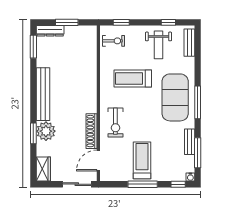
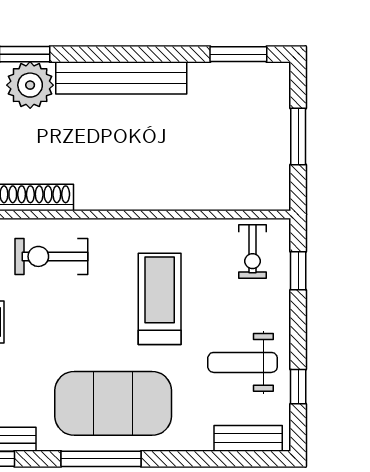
dresser: (50, 31) -> (277, 95), removed

